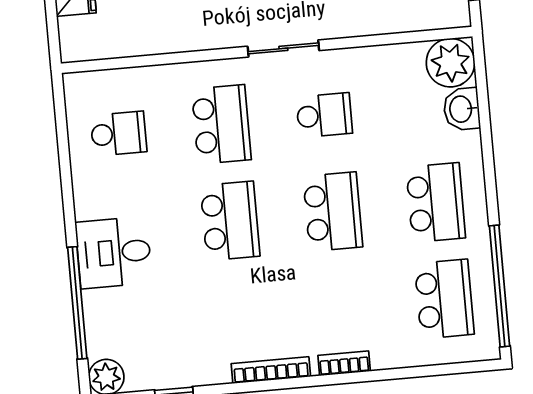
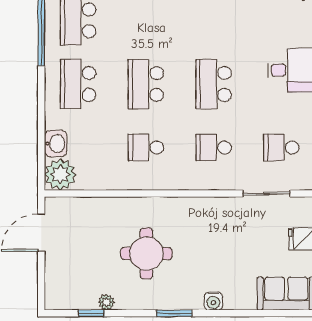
sliding door: (283, 48) -> (267, 193), moved
school desk: (221, 124) -> (214, 148), width x0.54

